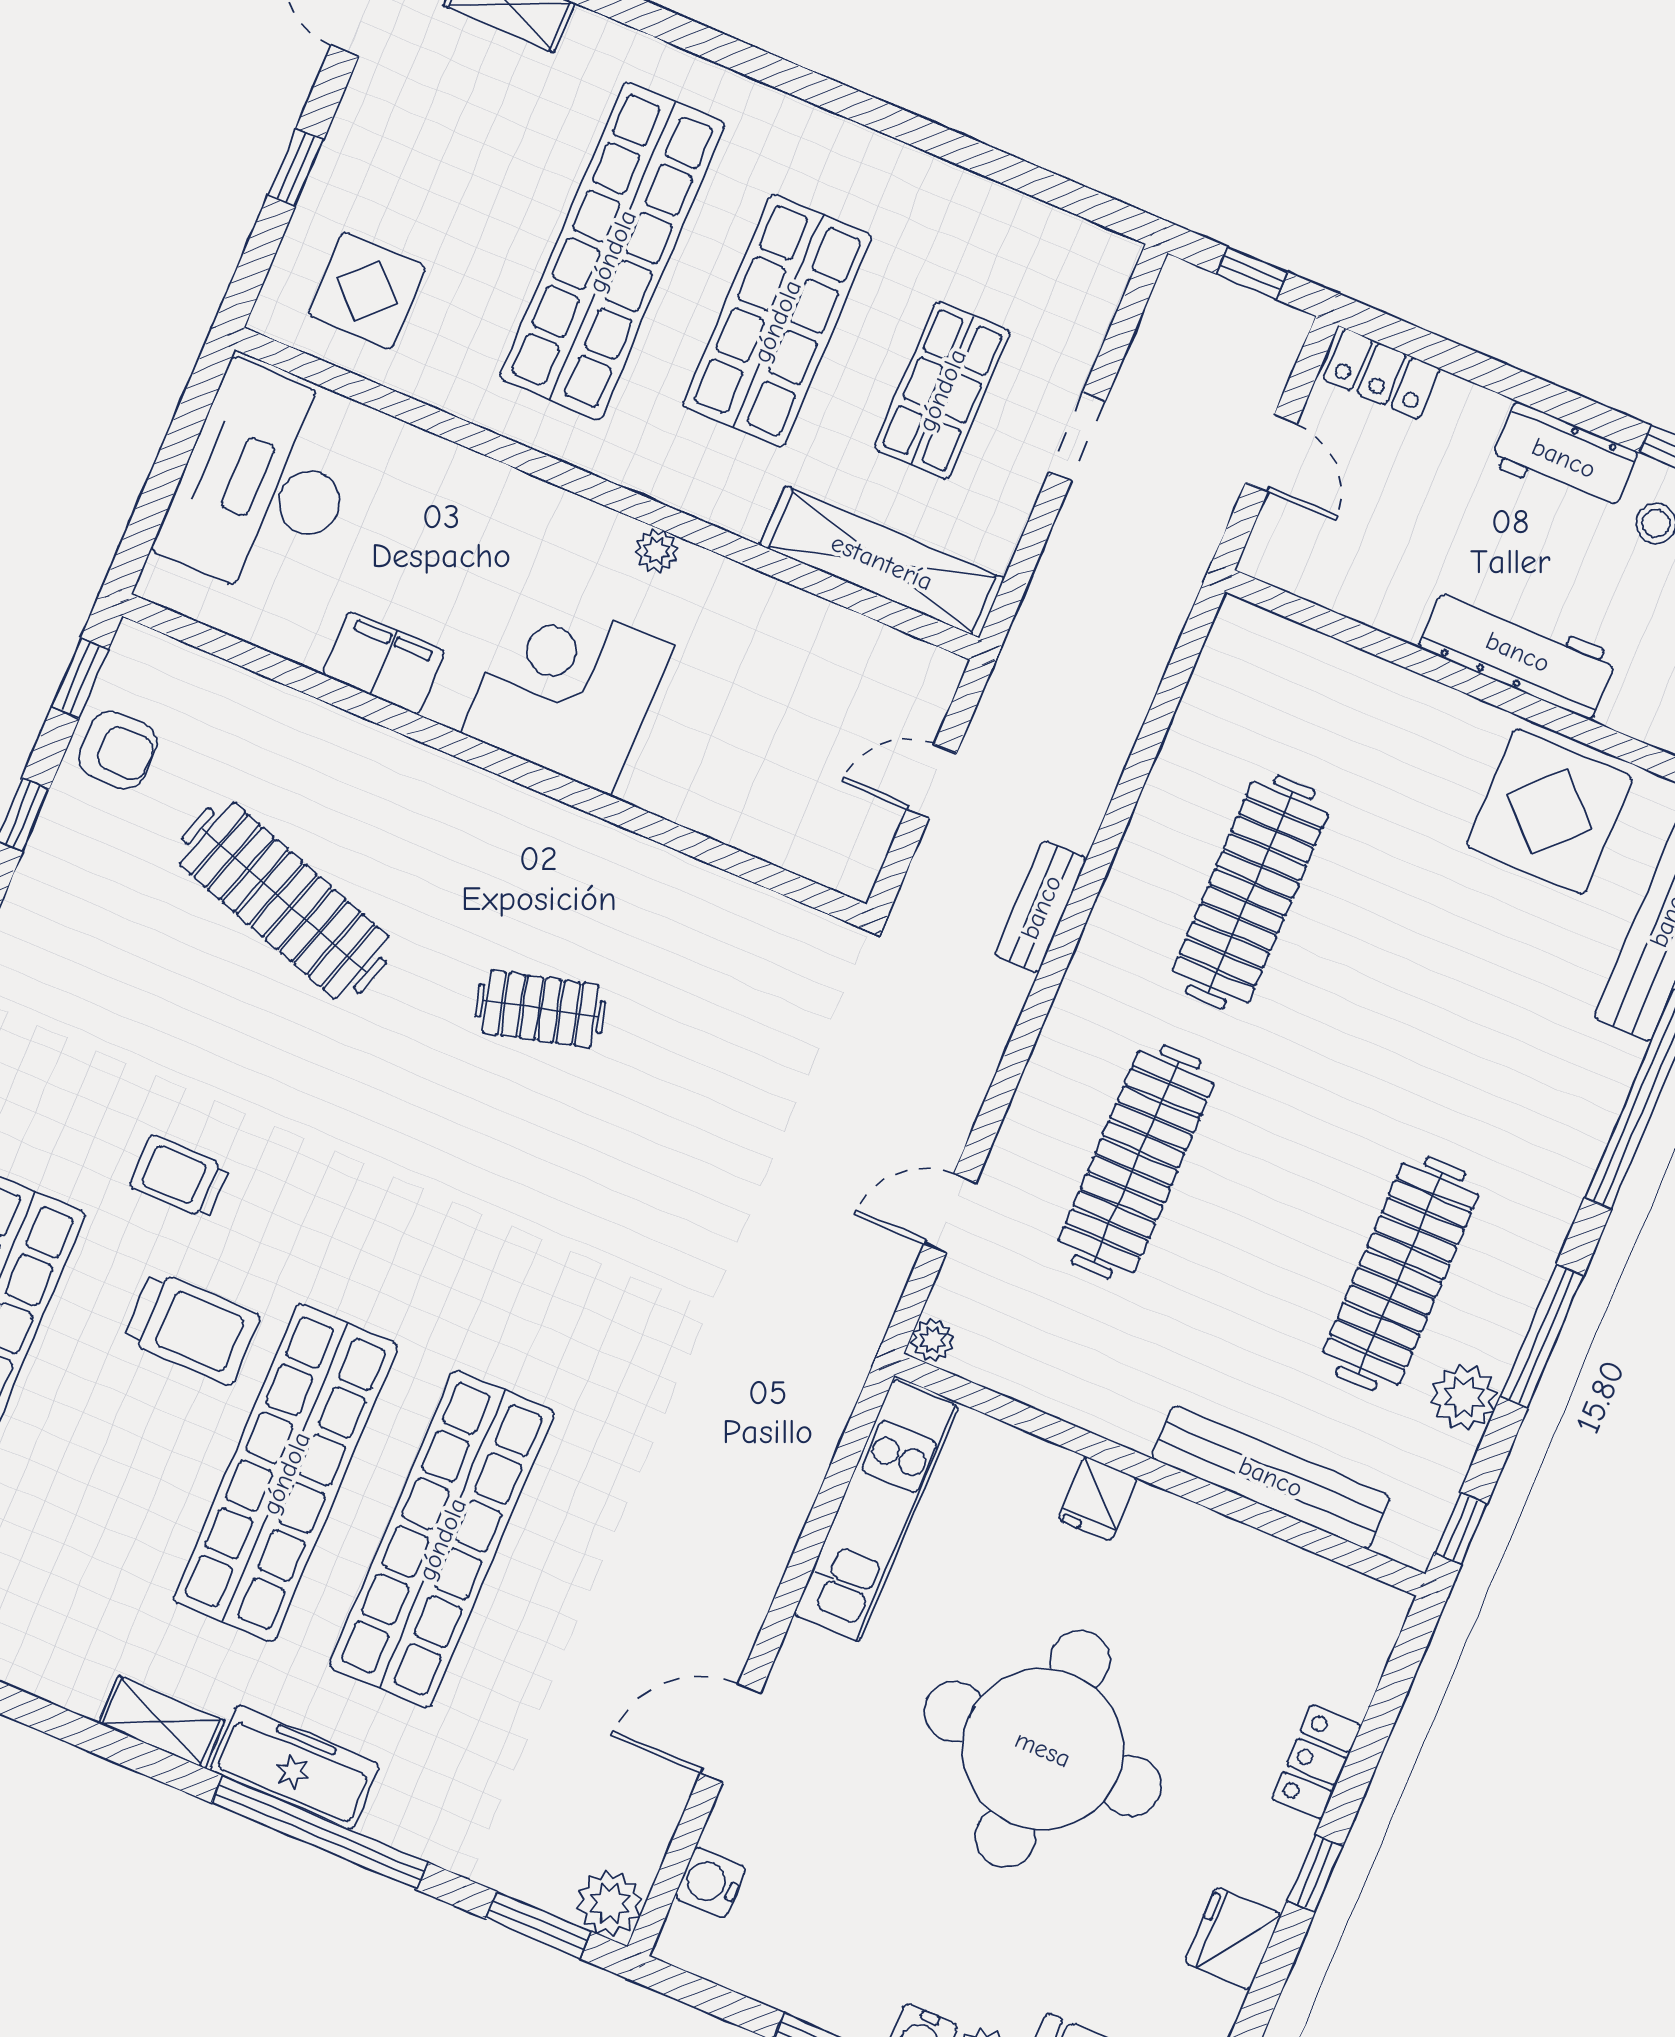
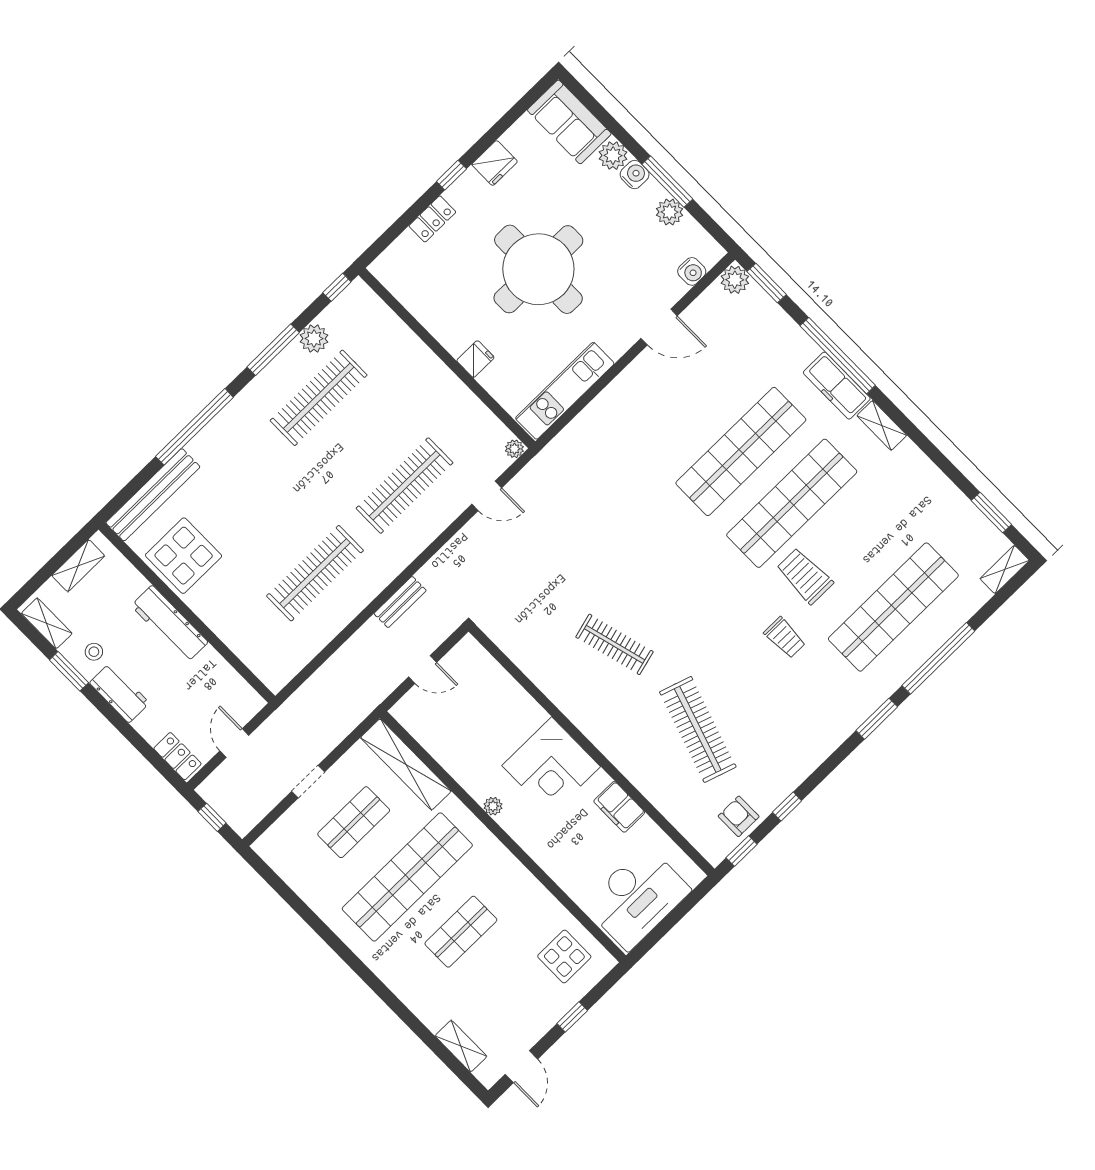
shop shelf: (612, 251) -> (461, 932), width x0.50, depth x0.74
shop shelf: (777, 321) -> (407, 877), width x1.40
clothes rail: (540, 1009) -> (614, 644), width x1.36
bench: (1271, 1477) -> (403, 339), removed
plant: (812, 1990) -> (669, 212), added

